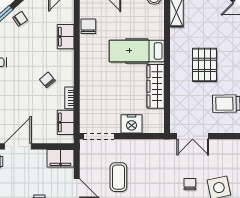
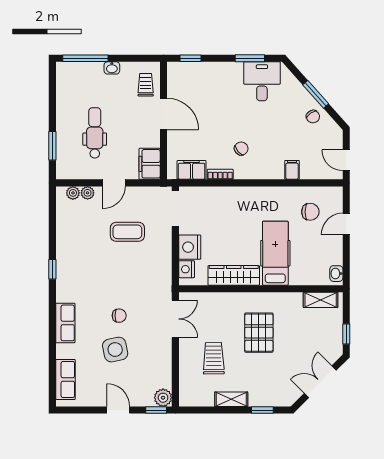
chair: (88, 26) -> (310, 212), moved
filing cabinet: (66, 37) -> (292, 170), width x0.50
pallet: (204, 65) -> (259, 333), turned 90
nightstand: (150, 127) -> (187, 269), added
double door: (193, 136) -> (175, 319), swing flipped

